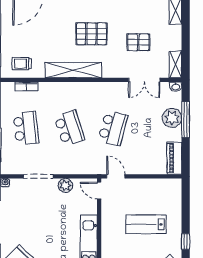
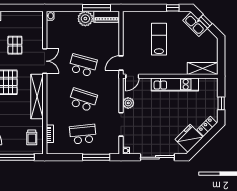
shelving: (175, 64) -> (32, 16), removed
double door: (144, 80) -> (45, 61), moved
plant: (172, 118) -> (85, 19), moved
window: (186, 120) -> (96, 8), moved
school desk: (69, 128) -> (83, 100), turned 36
lab bench: (146, 224) -> (159, 39), turned 180

